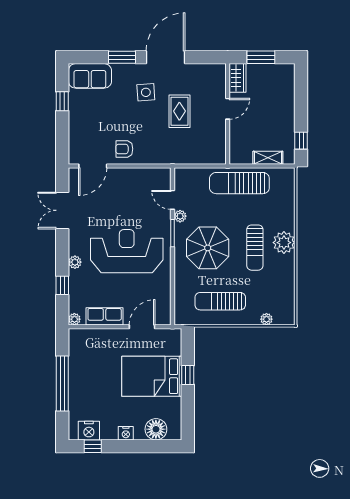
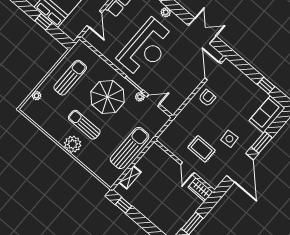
wardrobe: (237, 78) -> (200, 190), moved
door: (228, 109) -> (187, 168), moved
wall: (228, 114) -> (184, 166), moved

